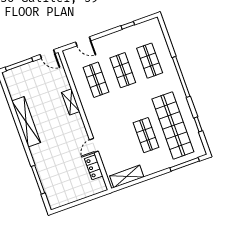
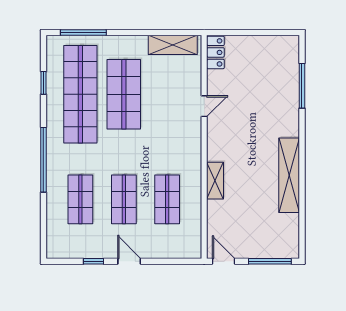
door: (83, 41) -> (129, 261), moved
shop shelf: (146, 135) -> (124, 94), width x1.43, depth x1.36
locker: (94, 167) -> (215, 52), moved

